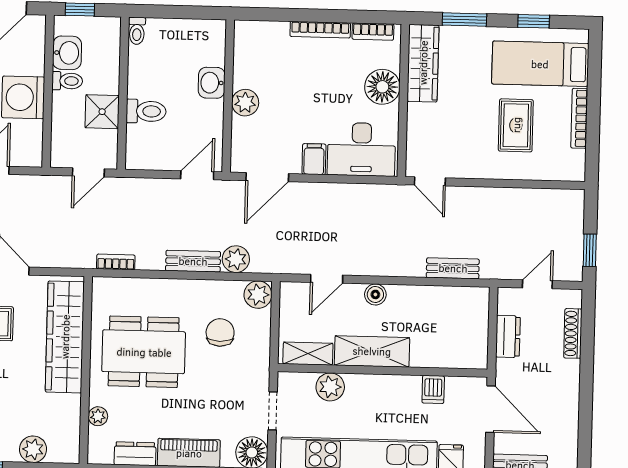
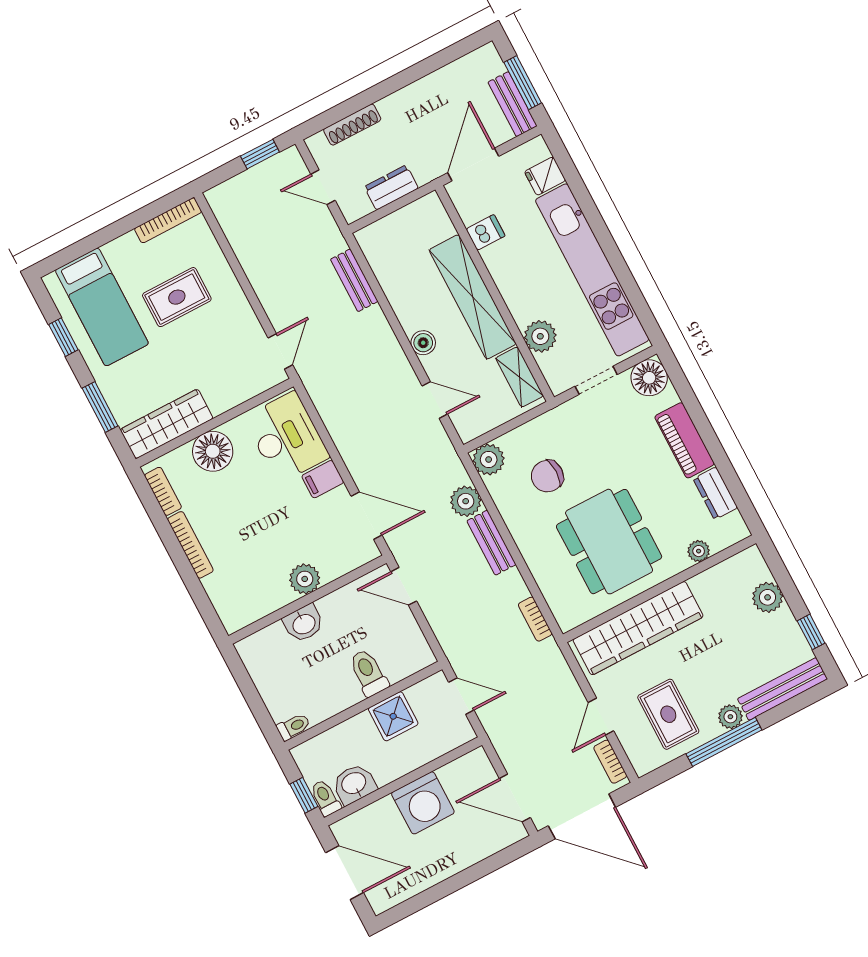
toilet: (67, 81) -> (325, 798), moved
bookcase: (579, 118) -> (168, 220), moved
shelving: (372, 351) -> (473, 297), width x1.47

